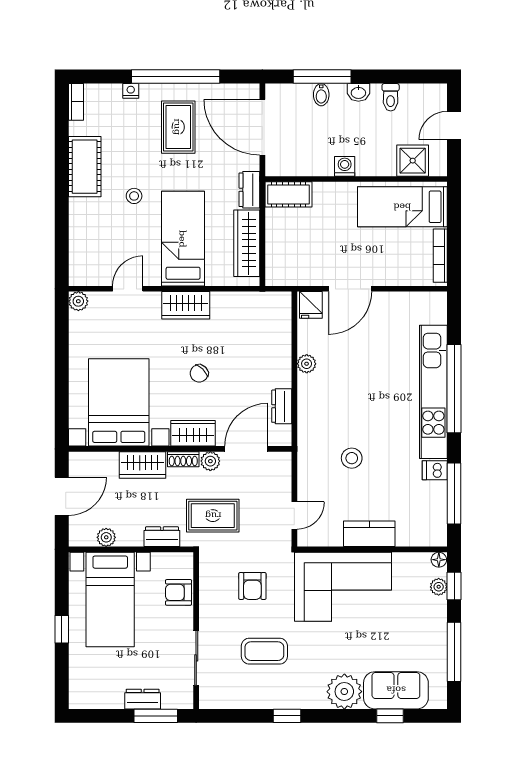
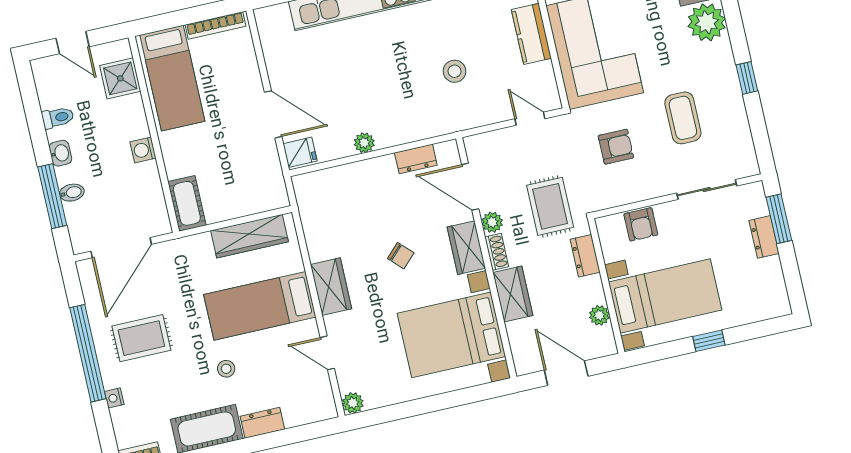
dresser: (249, 190) -> (262, 423), moved, turned 180

